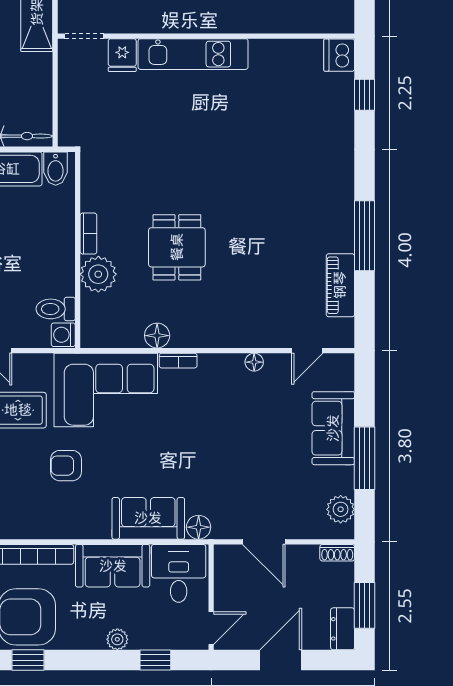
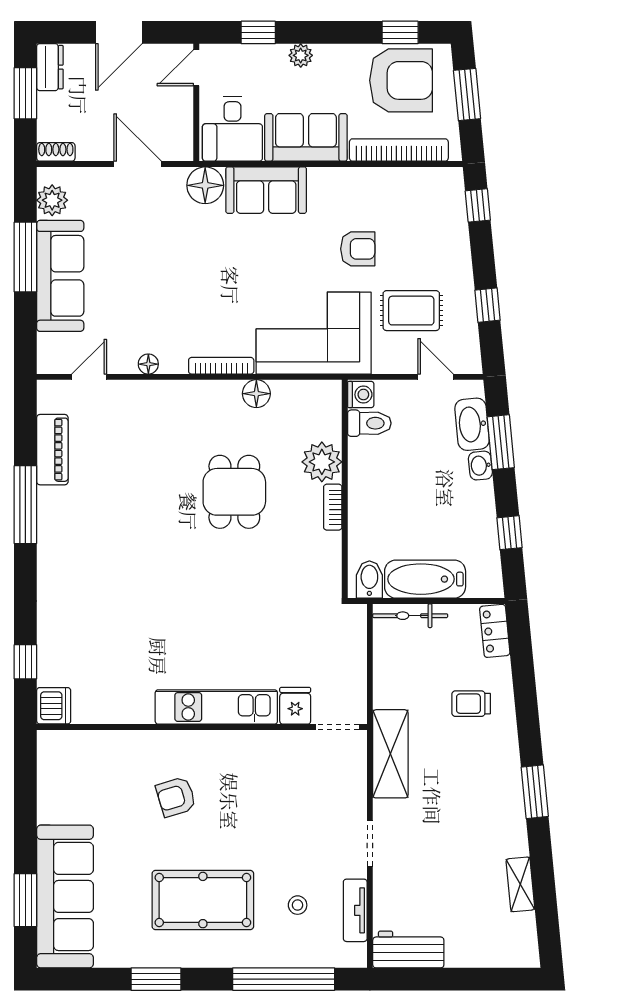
bookcase: (178, 361) -> (221, 366), width x1.56
sofa: (333, 428) -> (60, 276), width x1.36
floor lamp: (199, 527) -> (205, 185), width x1.38, depth x1.38

